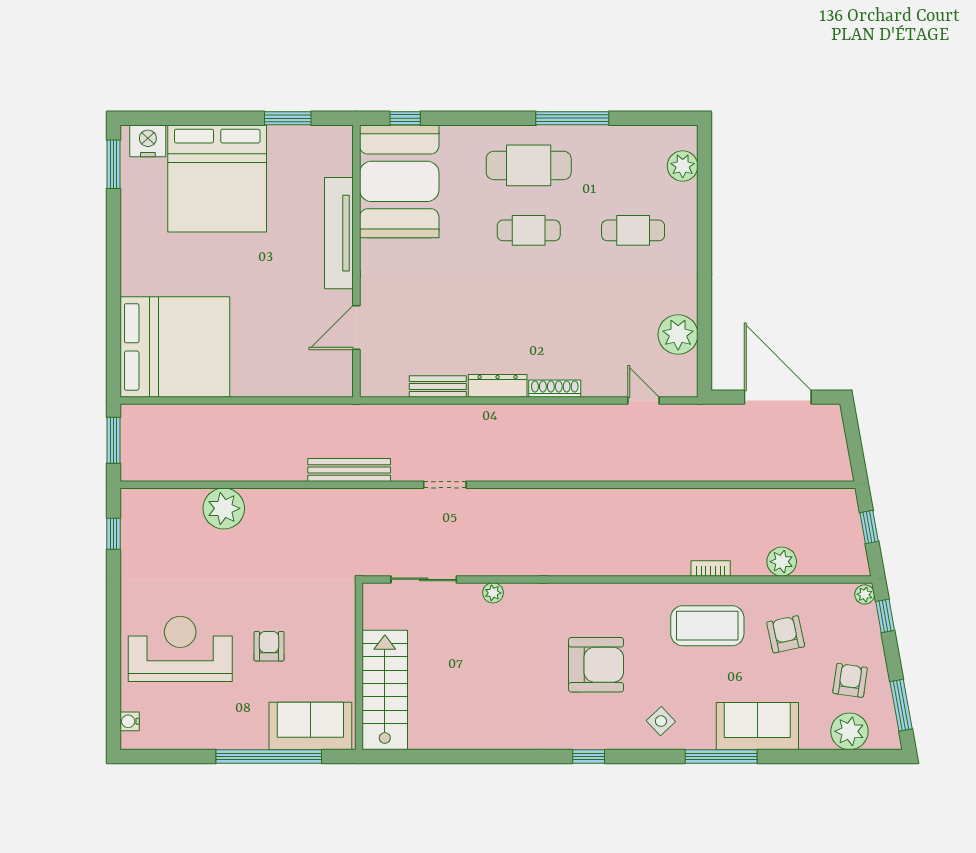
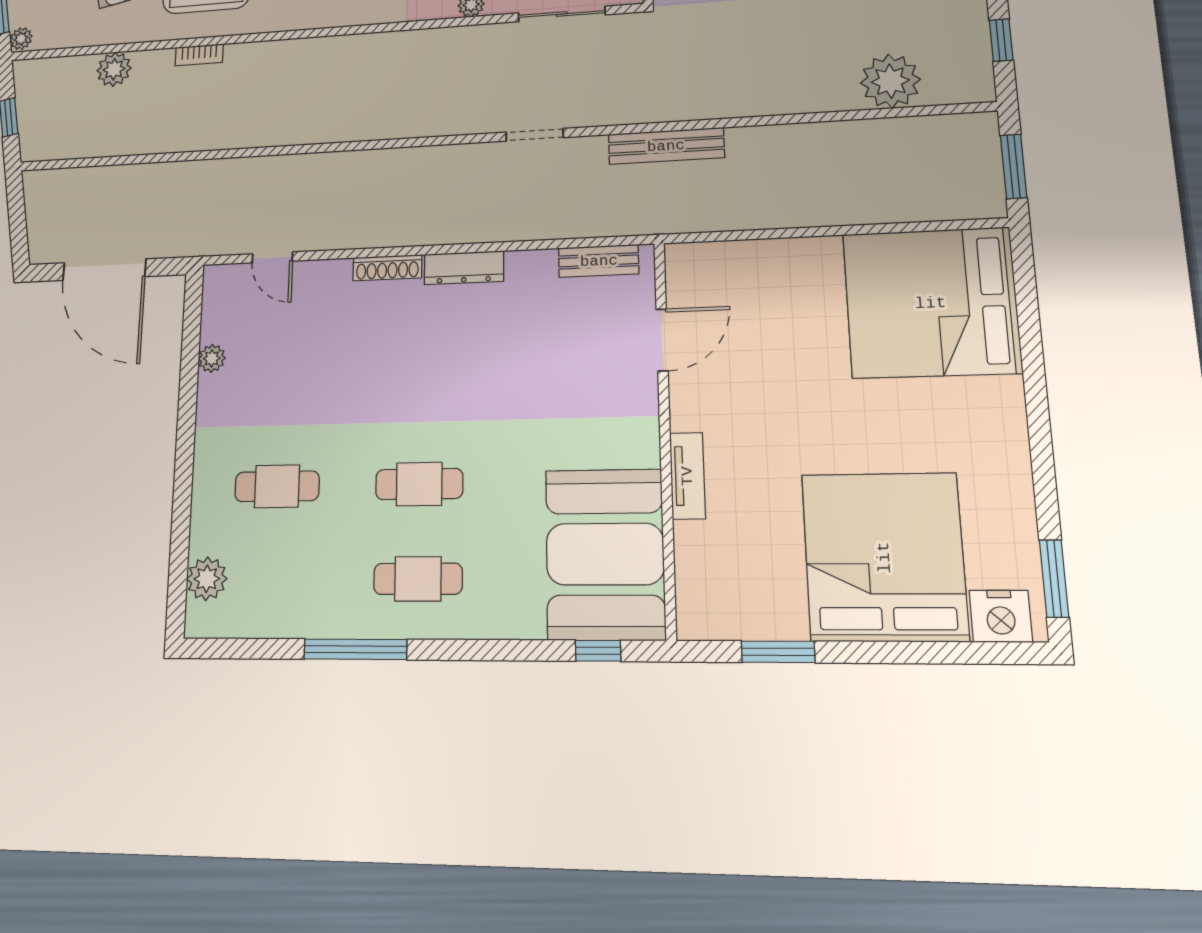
cafe table: (529, 165) -> (418, 579), width x0.73, depth x0.74
tv unit: (339, 233) -> (687, 476), width x0.52, depth x0.78
plant: (678, 334) -> (212, 358), width x0.53, depth x0.53
bench: (438, 386) -> (599, 261), moved
plant: (224, 508) -> (890, 81), moved

